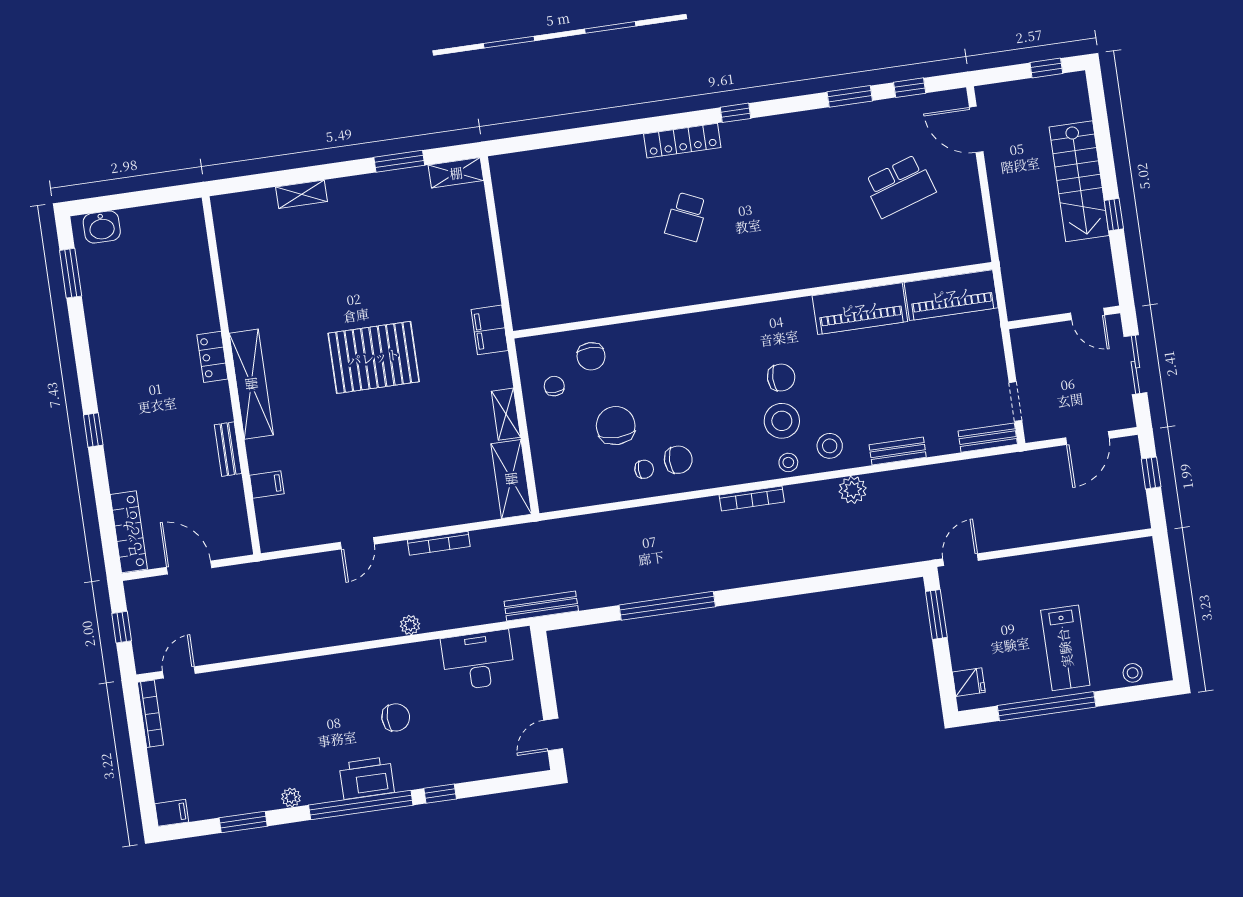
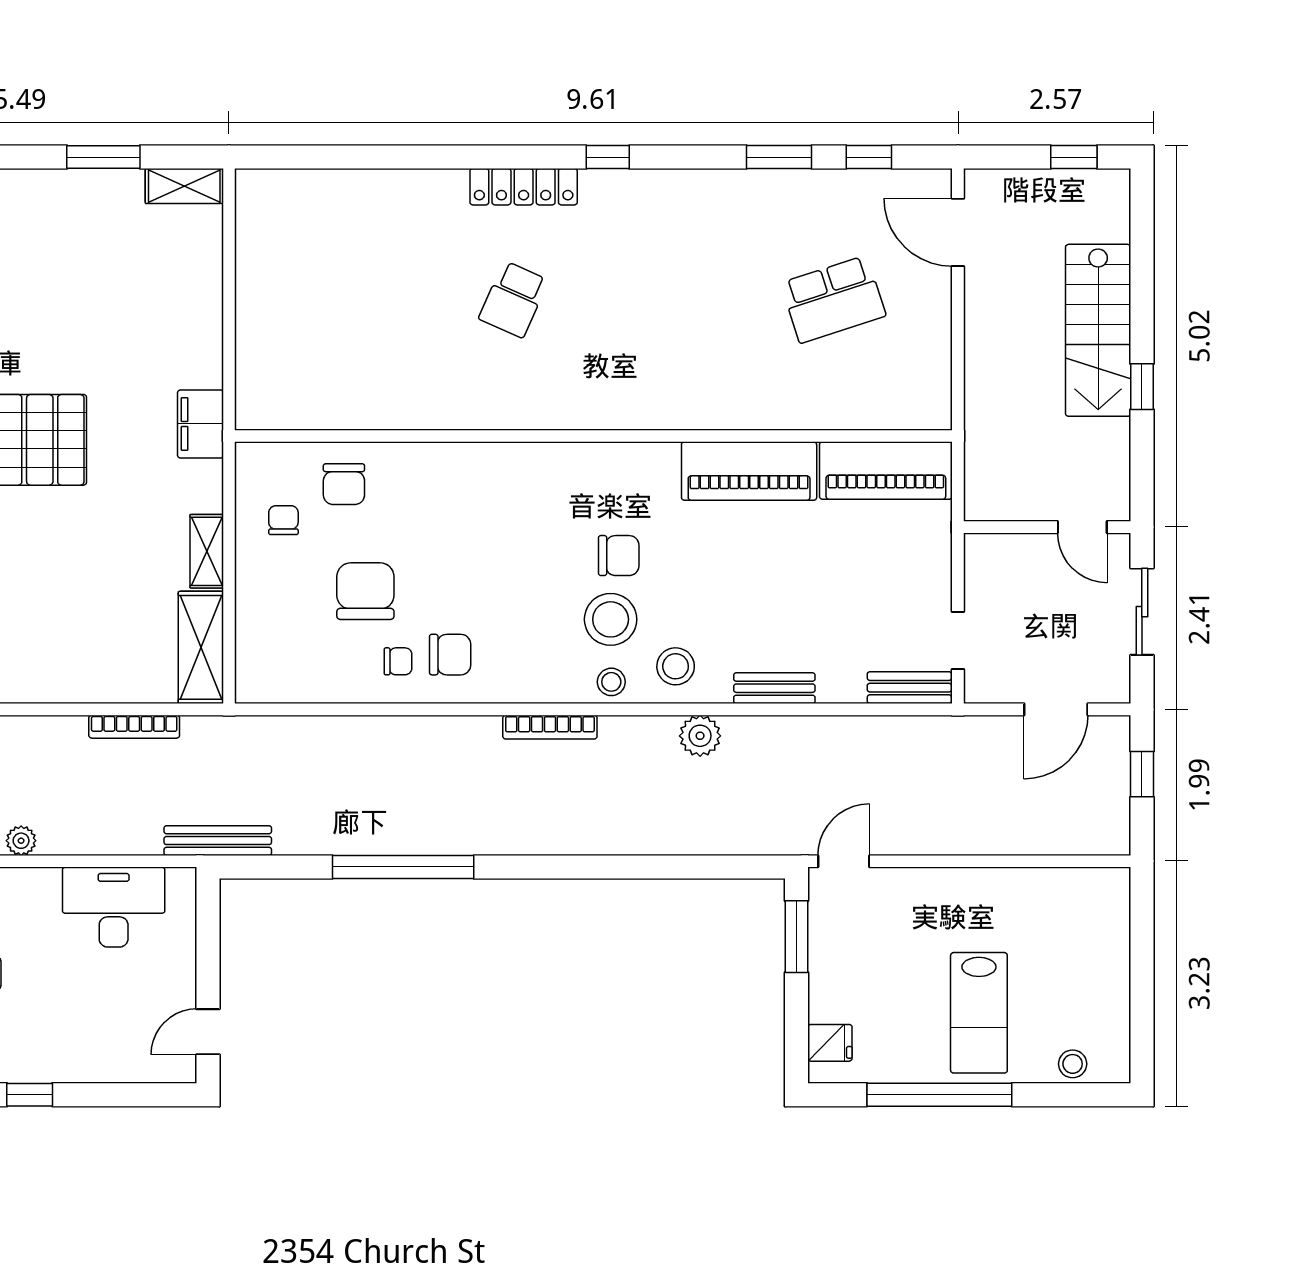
bookcase: (439, 543) -> (134, 727), moved

